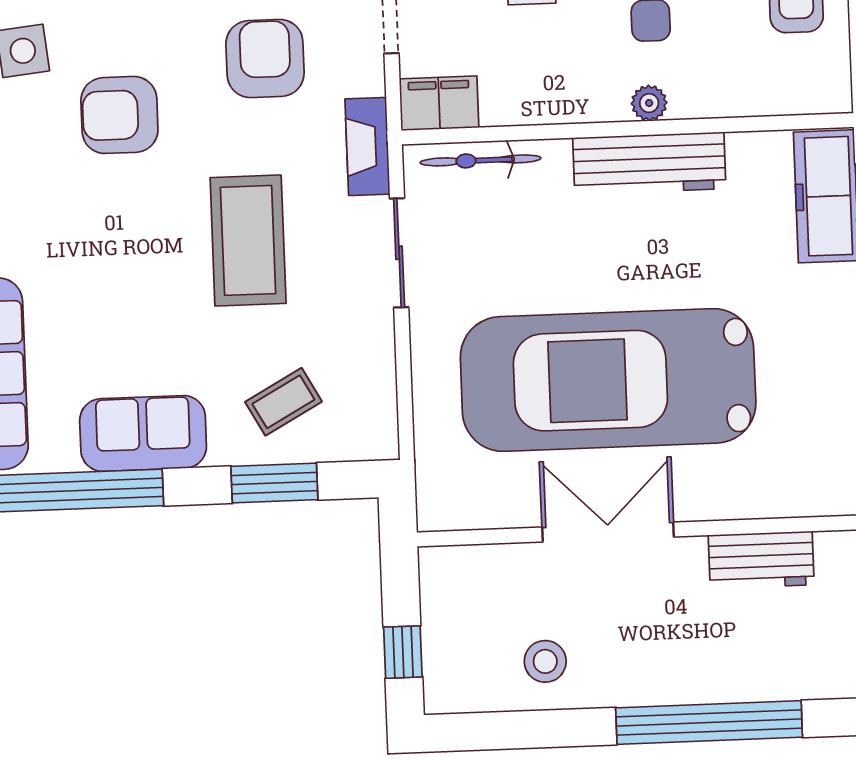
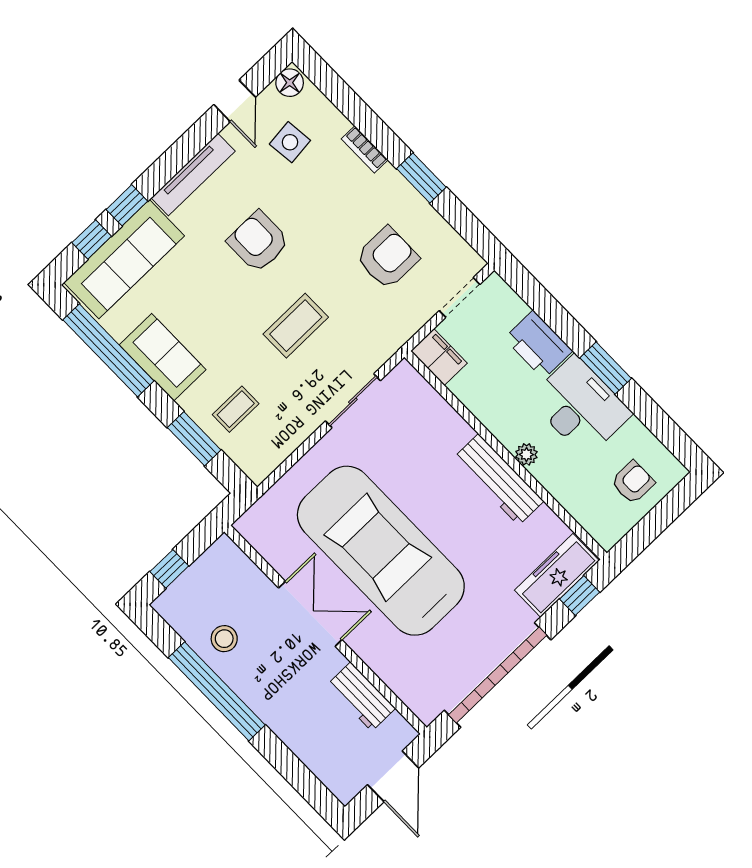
armchair: (119, 115) -> (258, 242), moved
fireplace: (367, 146) -> (389, 342), removed
bicycle: (481, 160) -> (430, 400), removed
coffee table: (248, 240) -> (296, 326), width x0.73, depth x0.76
coffee table: (283, 402) -> (236, 409), turned -61
window: (709, 723) -> (217, 691), moved

